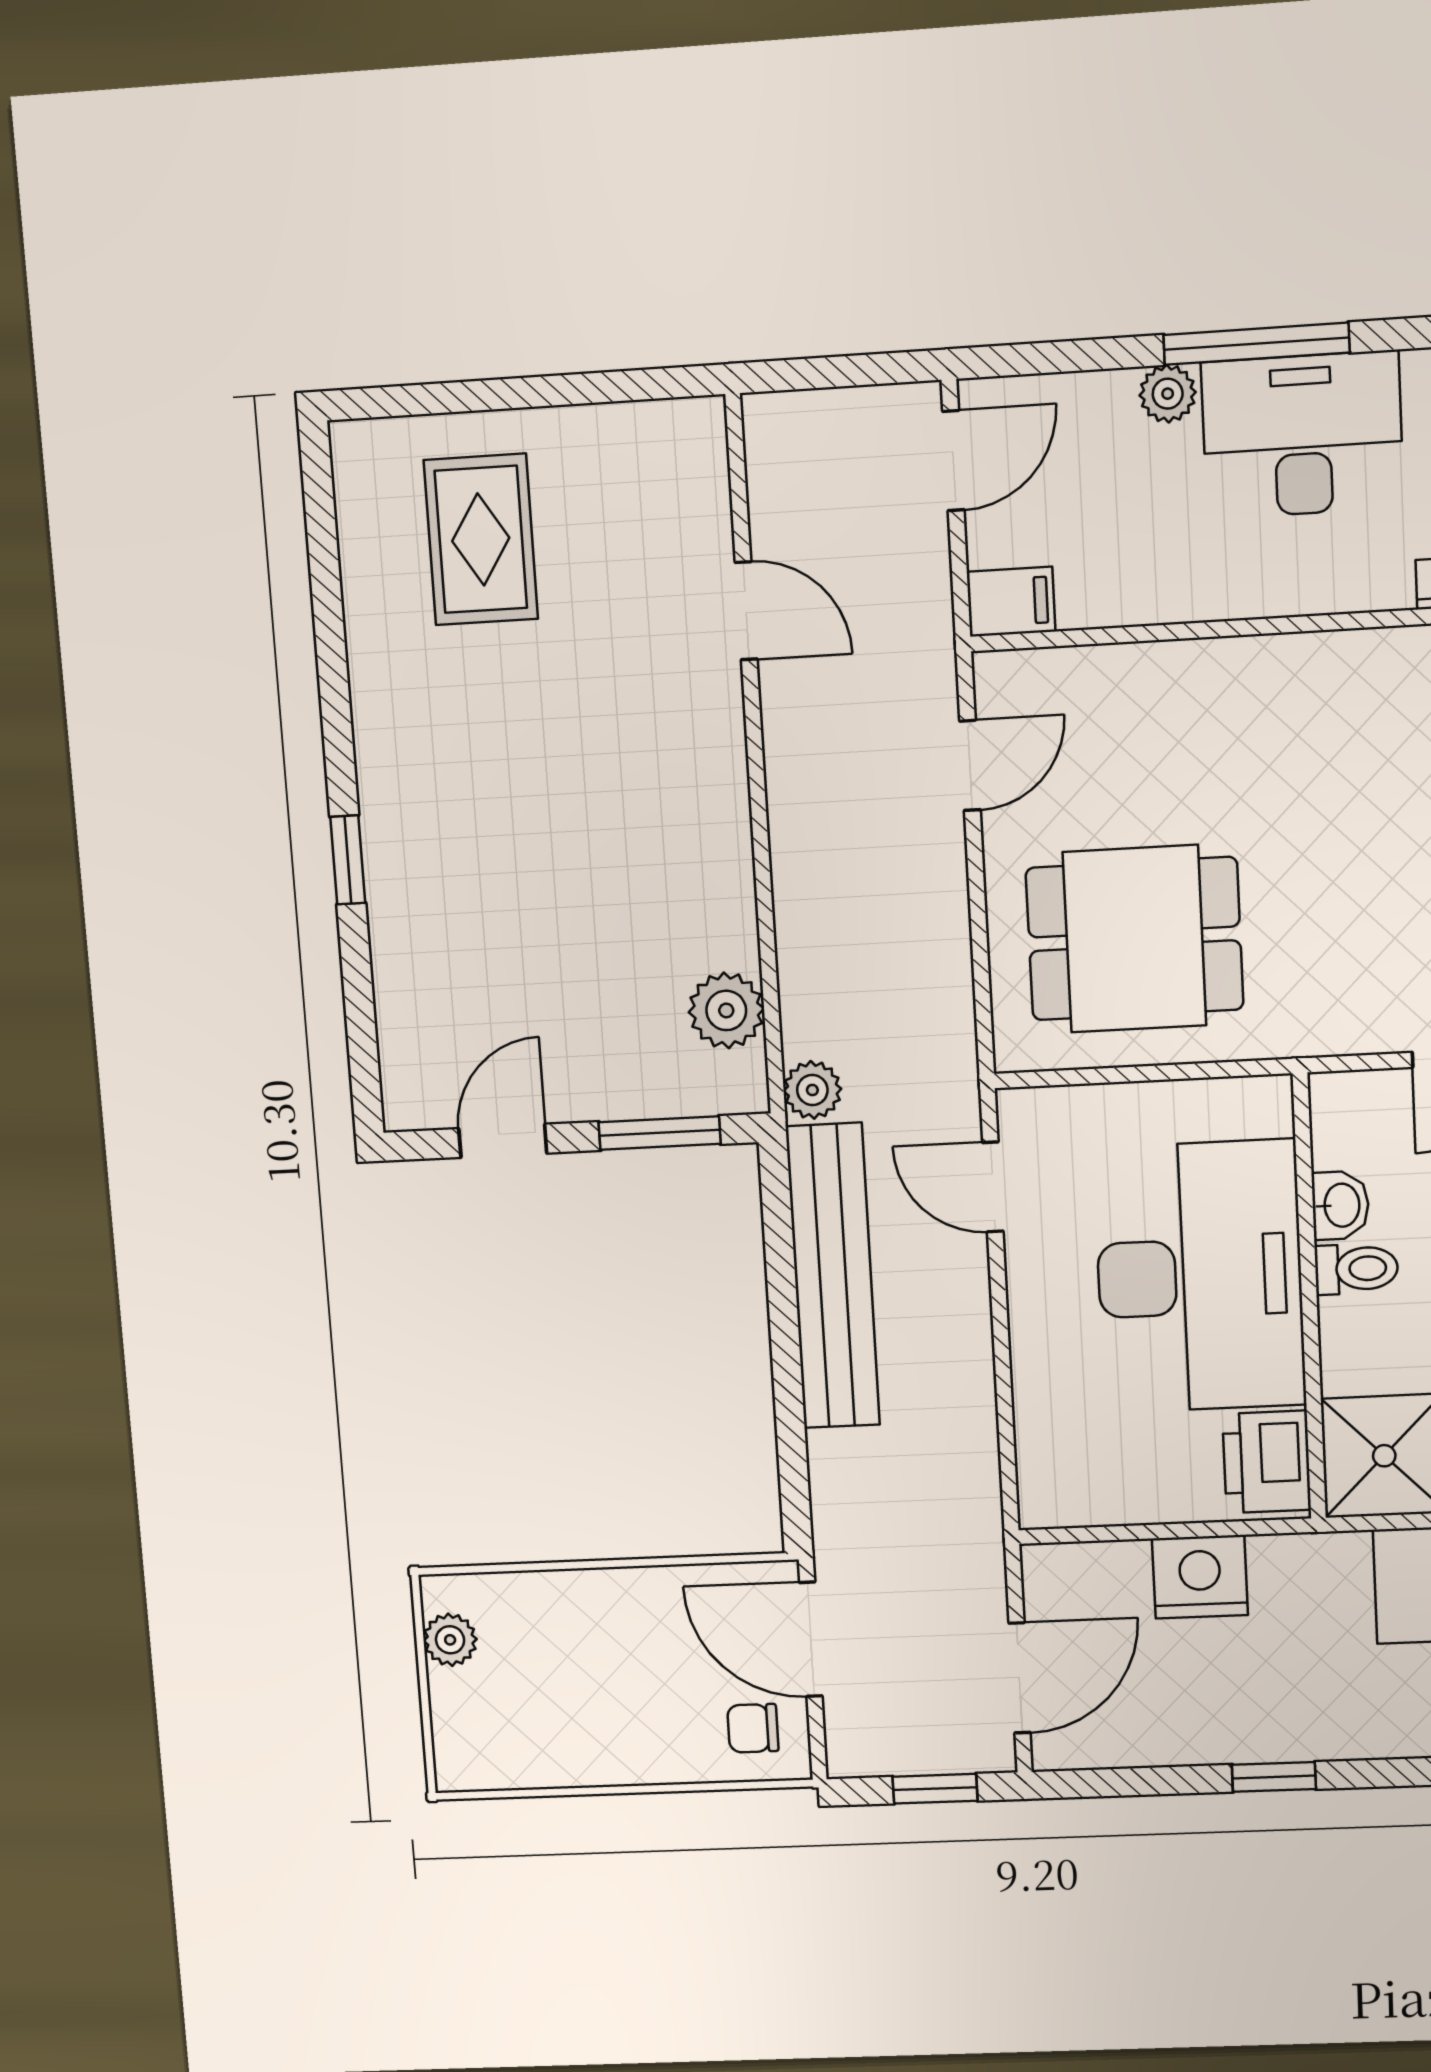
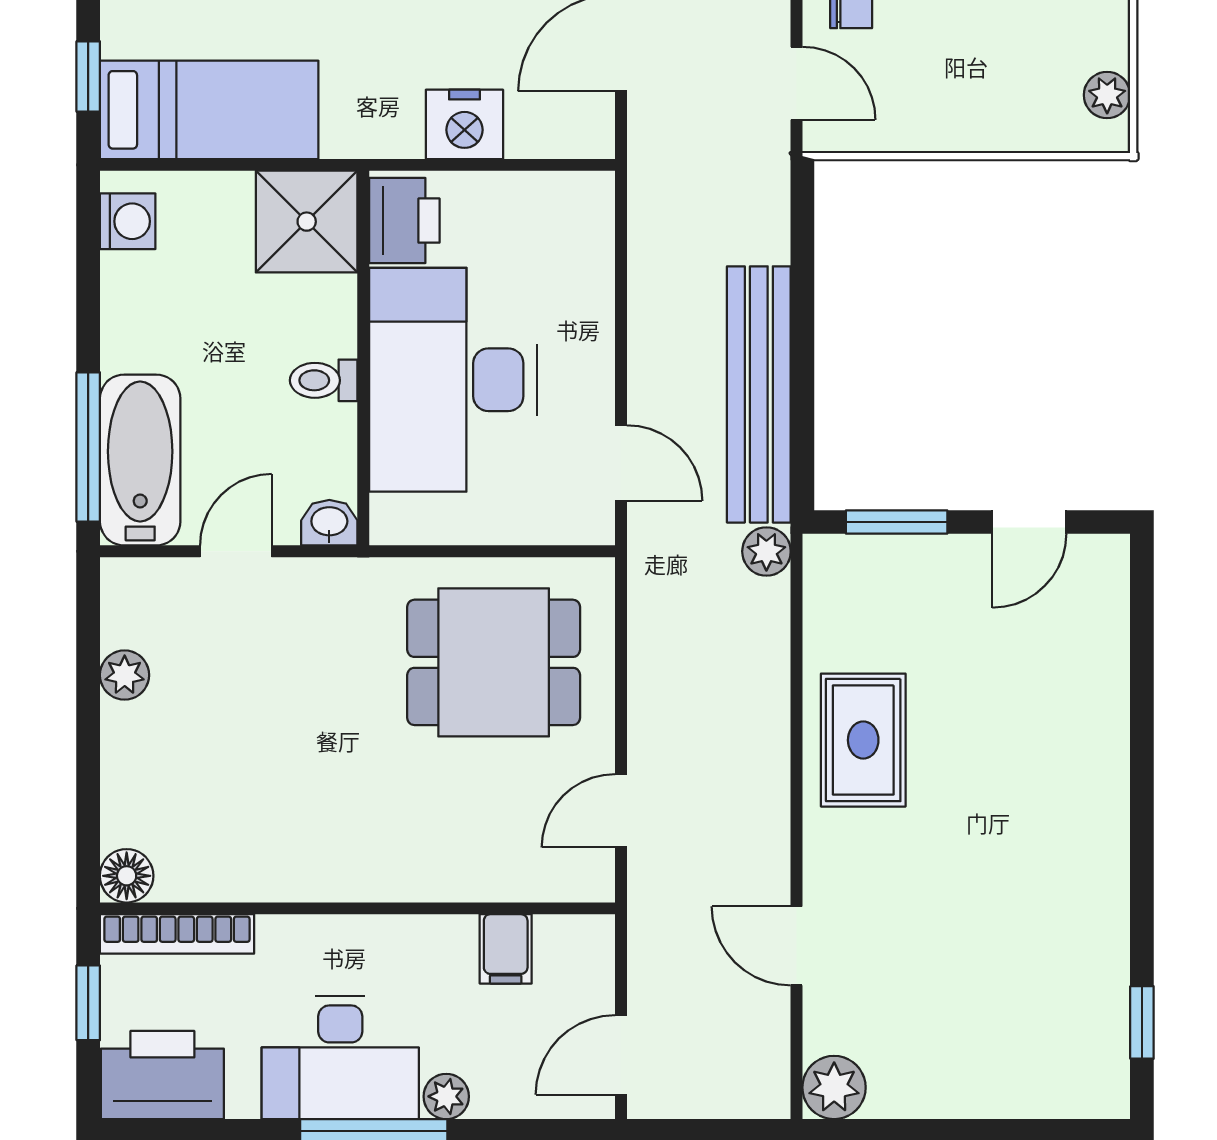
rug: (481, 539) -> (863, 740), moved
filing cabinet: (1011, 602) -> (506, 949), moved, turned -90
window: (348, 860) -> (1142, 1022), moved
plant: (726, 1010) -> (834, 1087), moved
washbasin: (1340, 1205) -> (329, 523), moved, turned 90
door: (811, 1639) -> (797, 83), width x0.73

